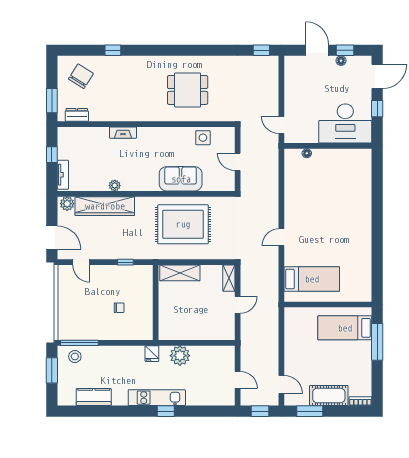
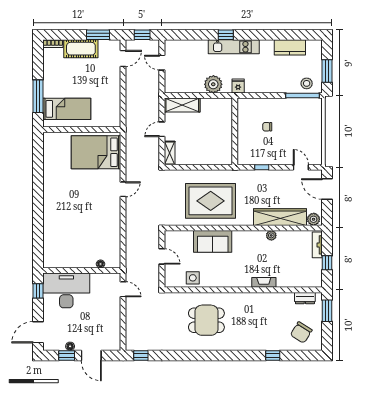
window: (377, 109) -> (38, 291), moved
shelving: (180, 273) -> (182, 105), moved
bed: (312, 279) -> (96, 152), width x1.50
door: (281, 385) -> (123, 58), swing flipped

